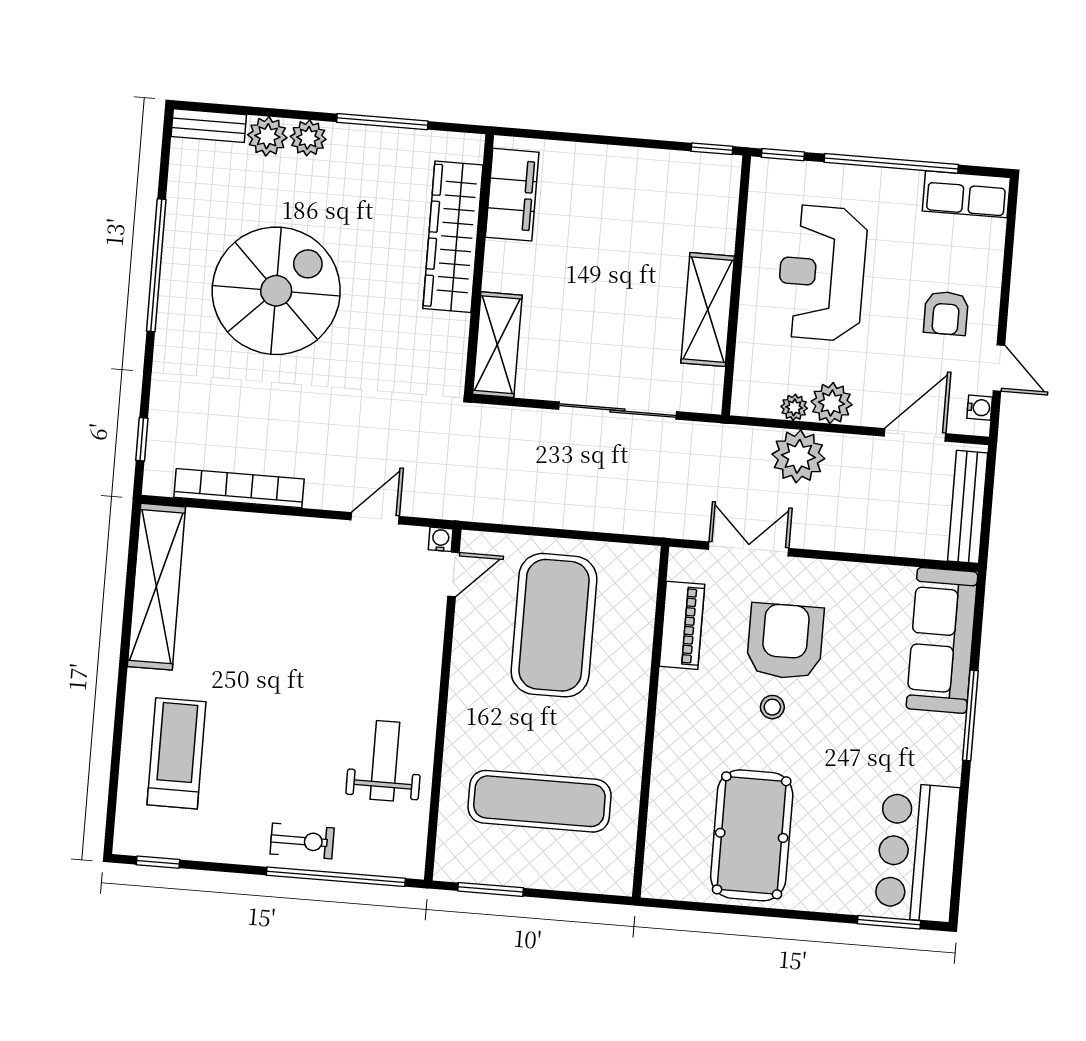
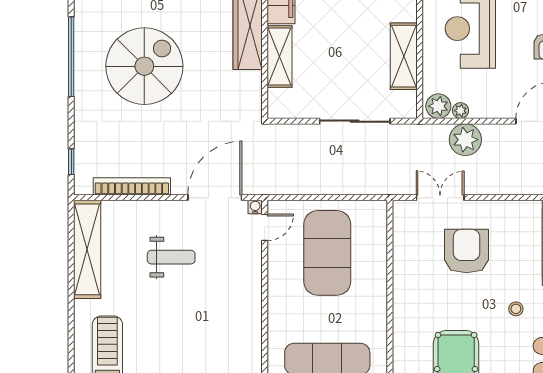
shelving: (497, 345) -> (279, 56), moved
plant: (831, 403) -> (438, 106), moved
door: (375, 518) -> (215, 198), width x1.87
piano: (682, 625) -> (404, 247), removed
stool: (772, 707) -> (516, 309), moved
weight bench: (385, 761) -> (171, 257), moved, turned 90

